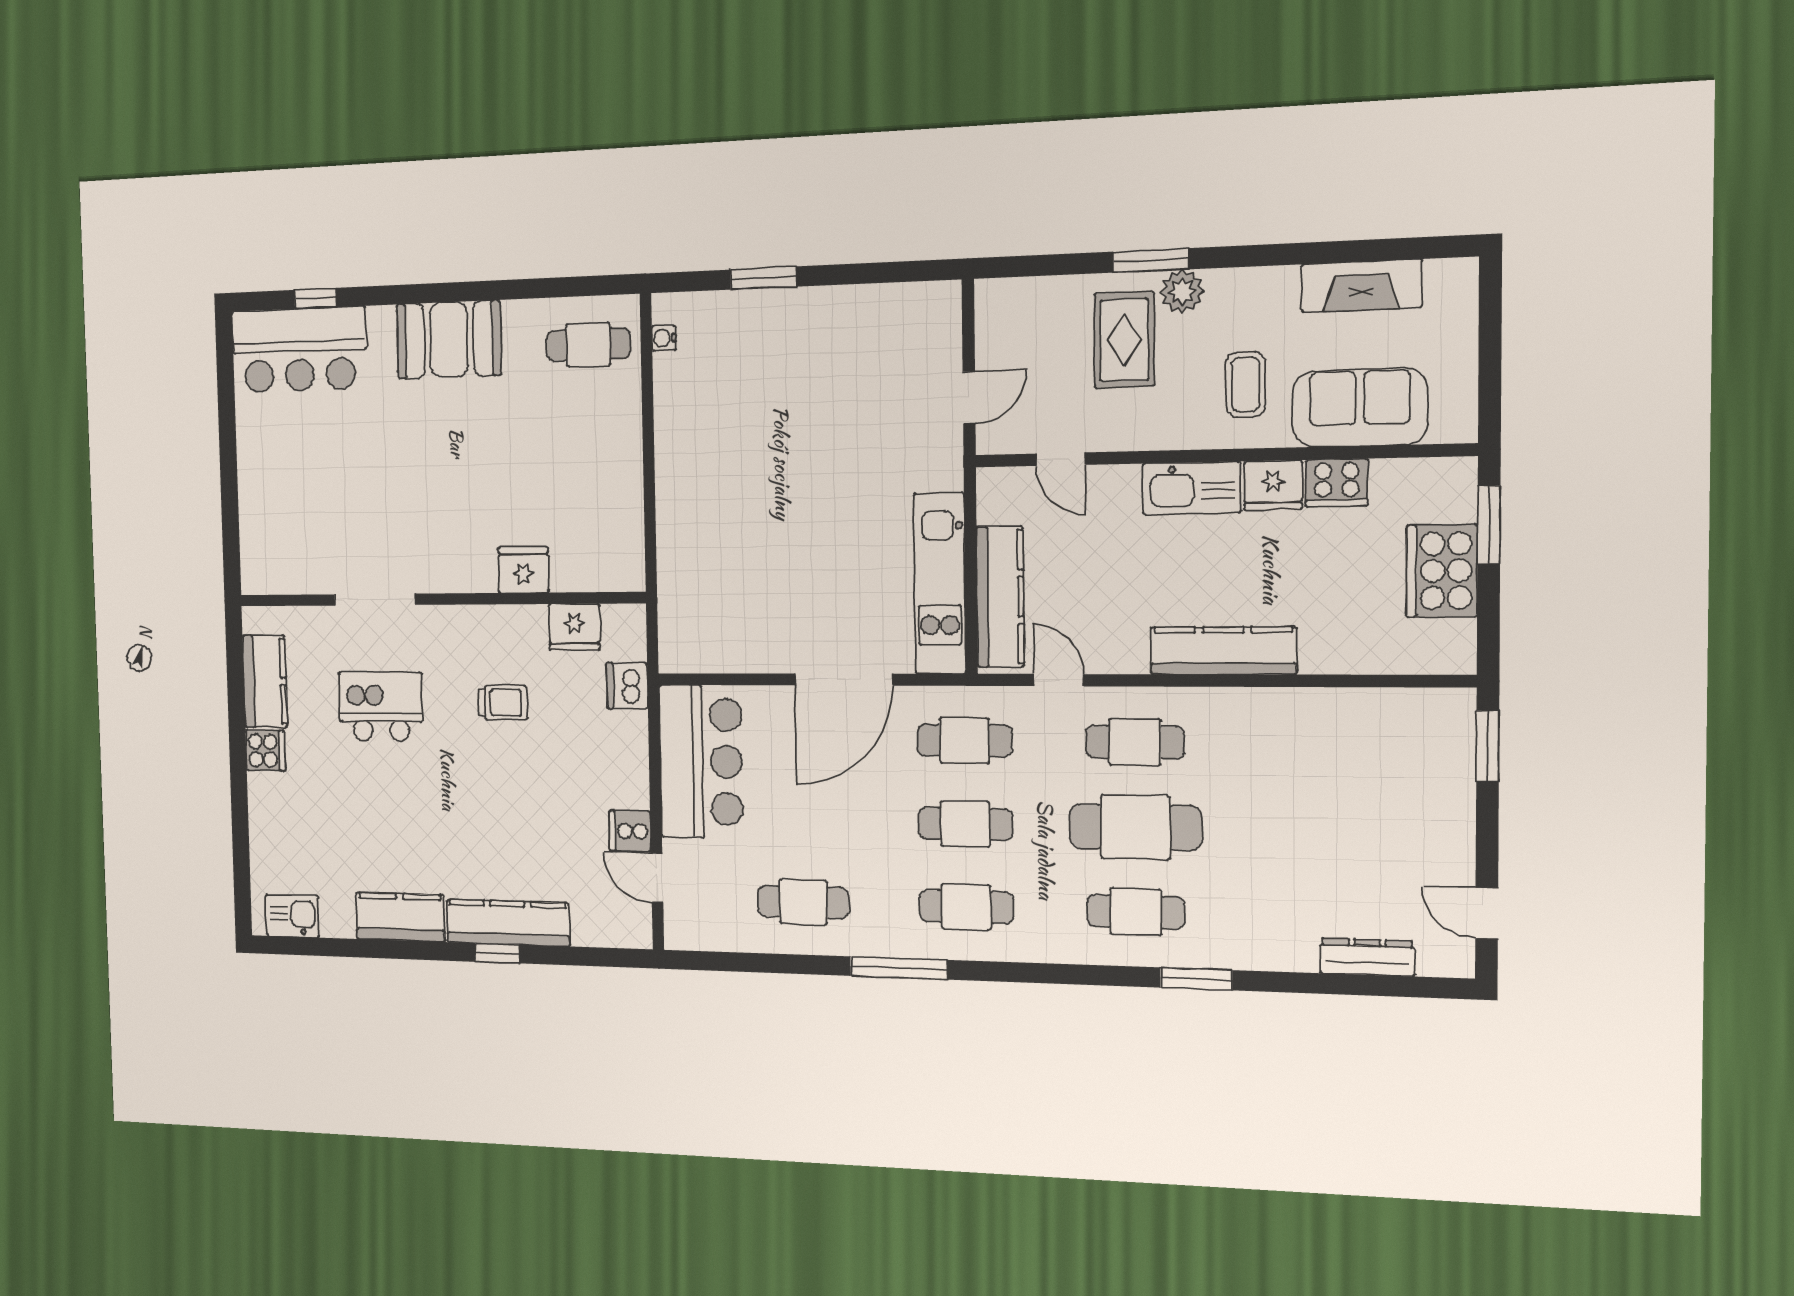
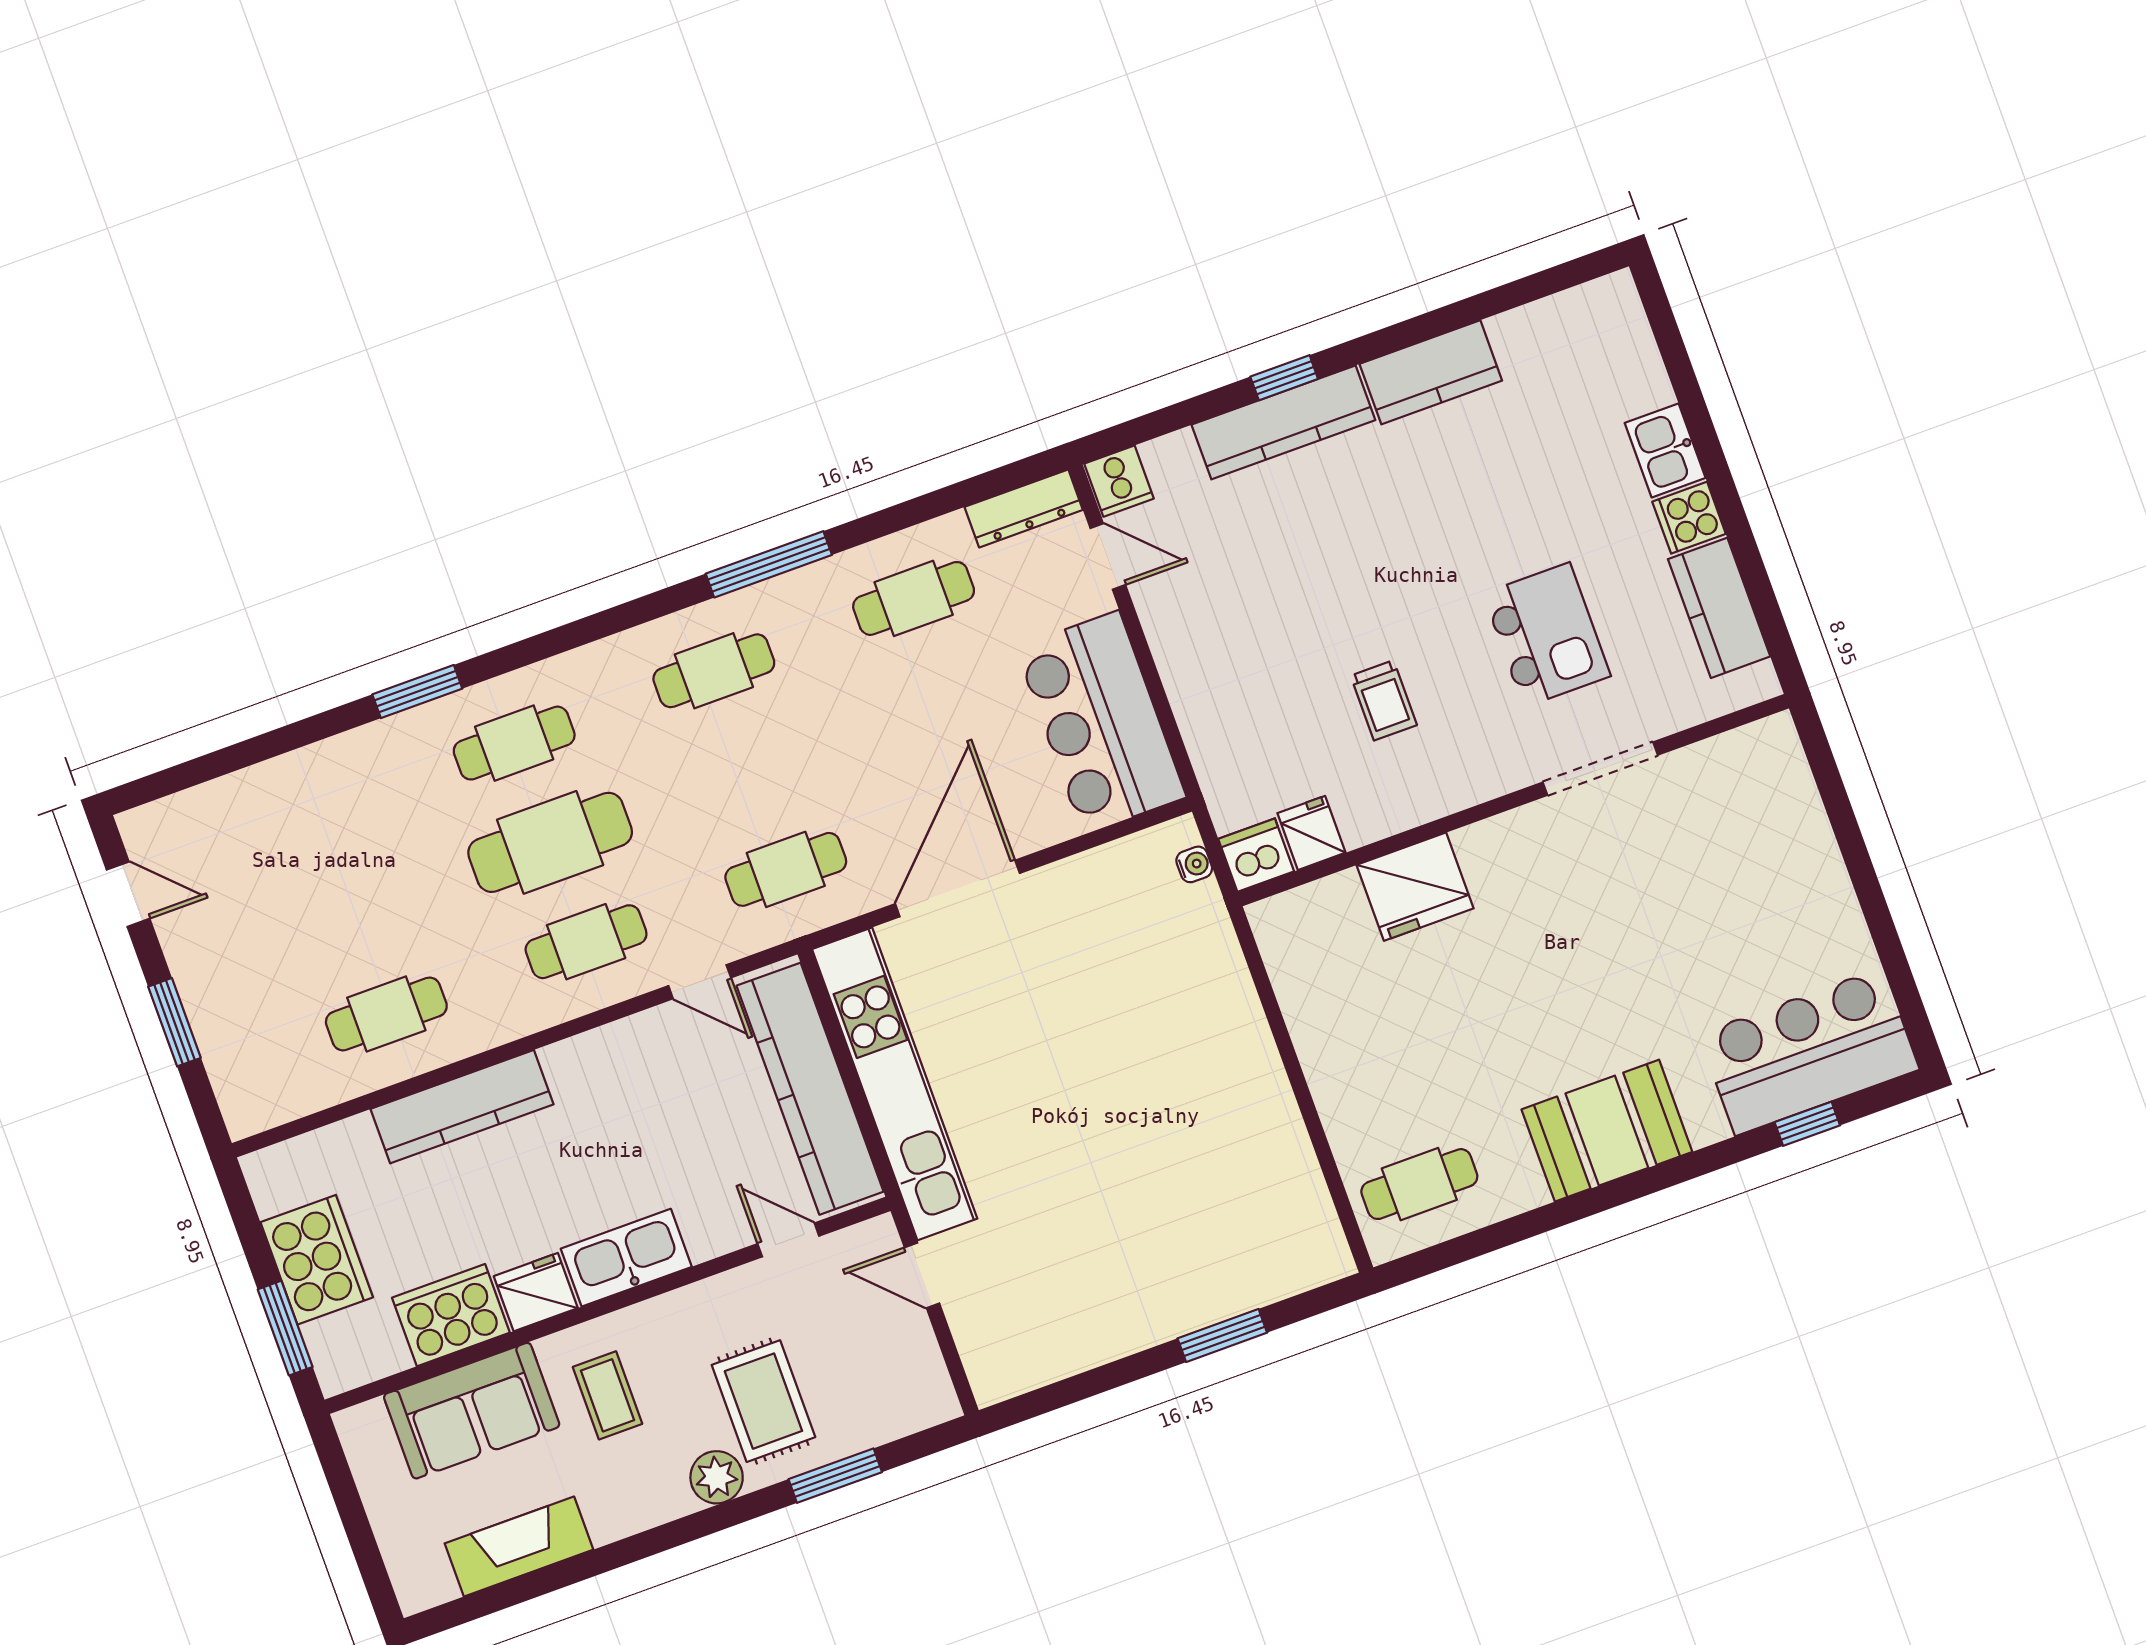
window: (1151, 260) -> (835, 1476), moved
water cooler: (664, 338) -> (1194, 864), moved
door: (969, 398) -> (922, 1275), hinge flipped
cooker: (1337, 483) -> (451, 1315), width x1.37, depth x1.31
fridge: (523, 570) -> (1415, 887), width x1.36, depth x1.34
kitchen unit: (940, 584) -> (895, 1084), width x1.36
kitchen counter: (1000, 597) -> (810, 1089), width x1.39, depth x1.17
fridge: (574, 627) -> (1311, 833), width x0.72
kitchen counter: (1223, 651) -> (462, 1107), moved
dishwasher: (627, 686) -> (1256, 855), moved, turned -90
trolley: (503, 703) -> (1384, 700), turned -90
kitchen island: (381, 706) -> (1547, 635), turned -90
window: (1488, 746) -> (174, 1022), moved
cafe table: (965, 824) -> (386, 1014), moved
cooker: (630, 831) -> (1119, 481), moved, turned 90
kitchen sink: (292, 916) -> (1665, 450), moved, turned 90
dresser: (1367, 957) -> (1024, 508), moved

